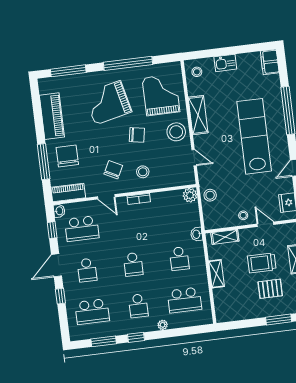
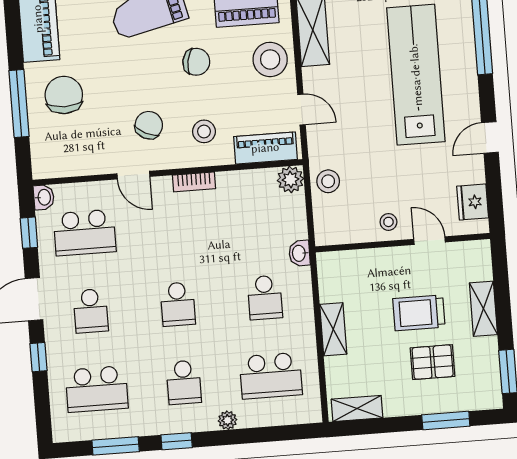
piano: (68, 192) -> (265, 148), moved
shelving: (225, 237) -> (357, 408), moved

